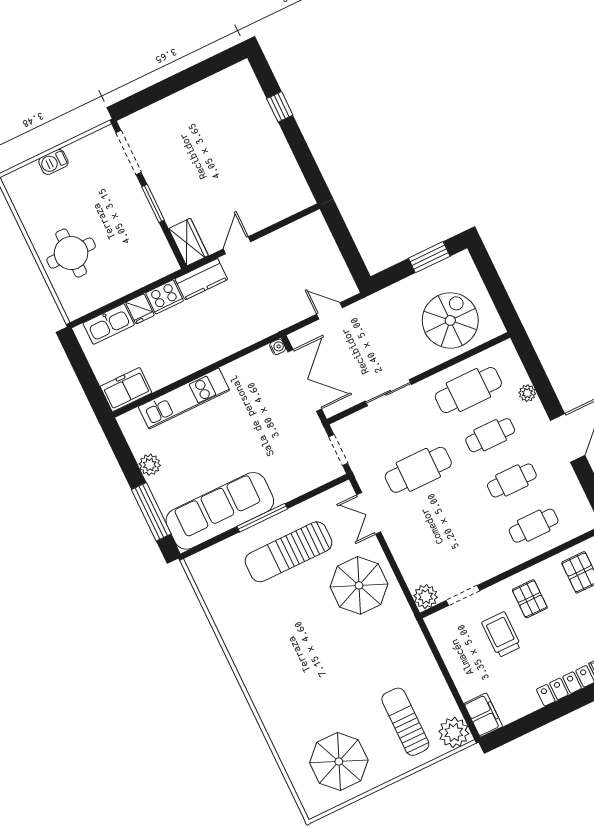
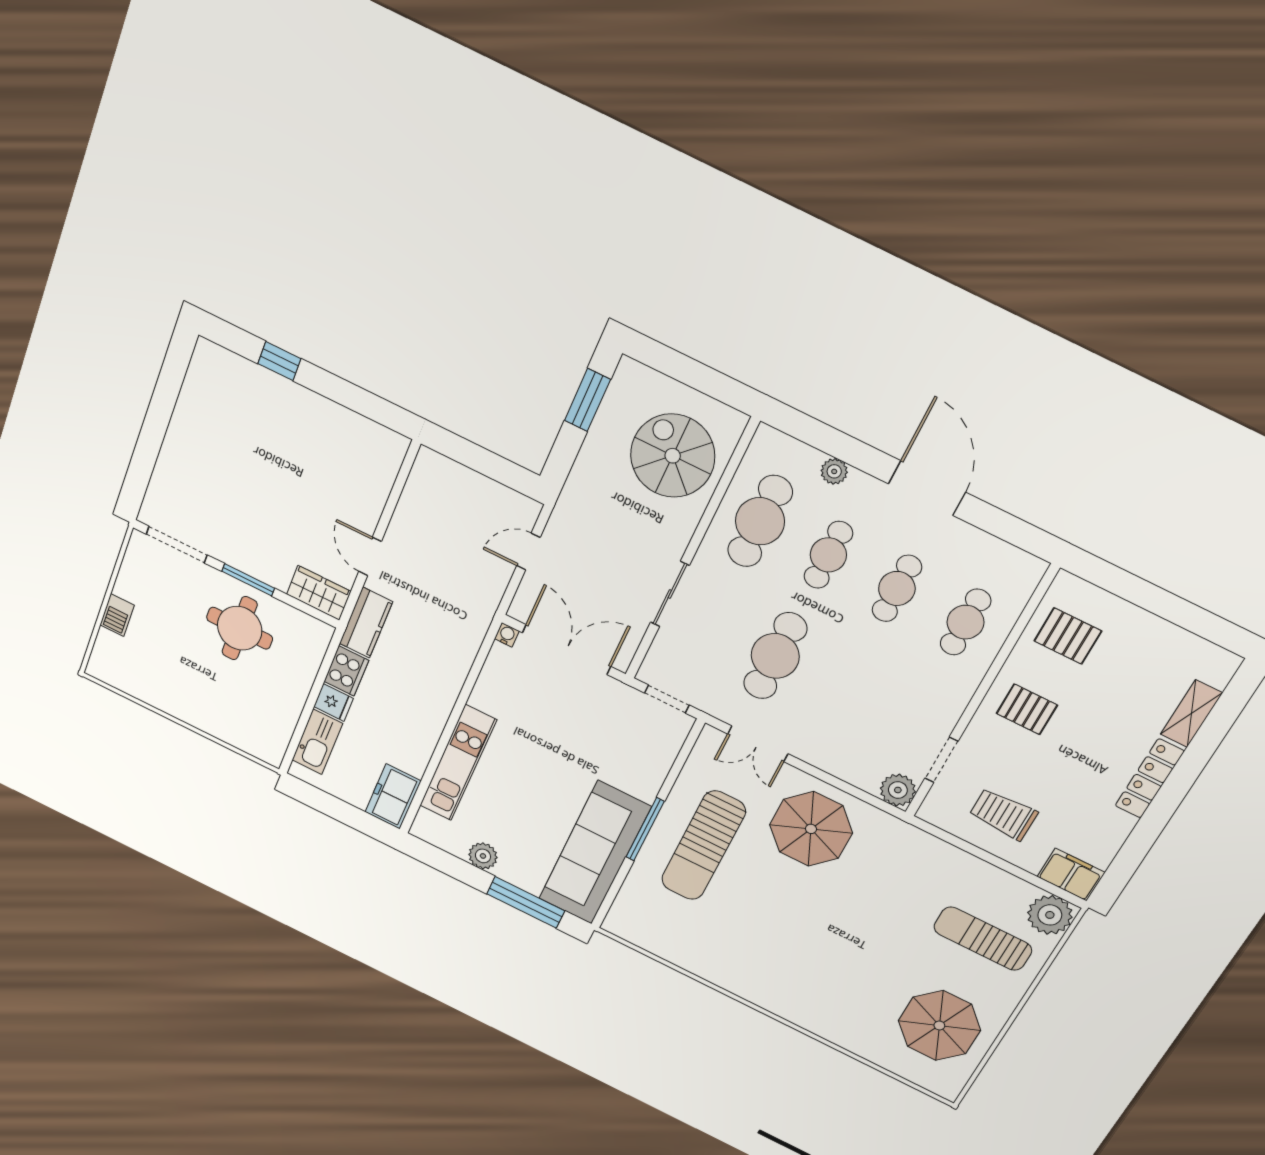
round table: (71, 253) -> (240, 628), moved
trolley: (501, 635) -> (1003, 814), moved

